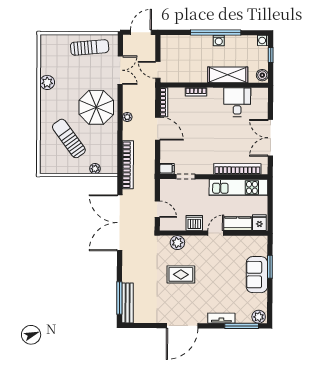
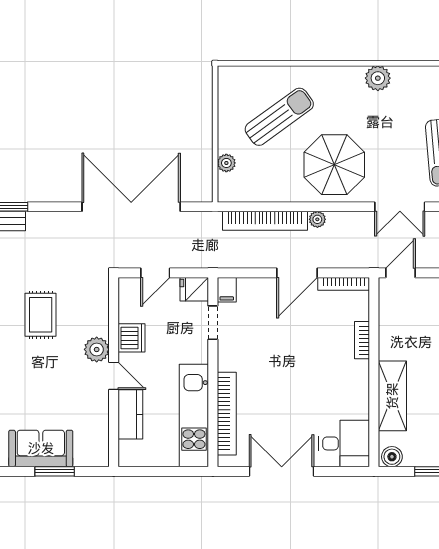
desk: (237, 102) -> (344, 443), moved
bookcase: (128, 165) -> (265, 221), moved
fridge: (259, 223) -> (194, 289), moved, turned 180
plant: (177, 243) -> (97, 349), moved

